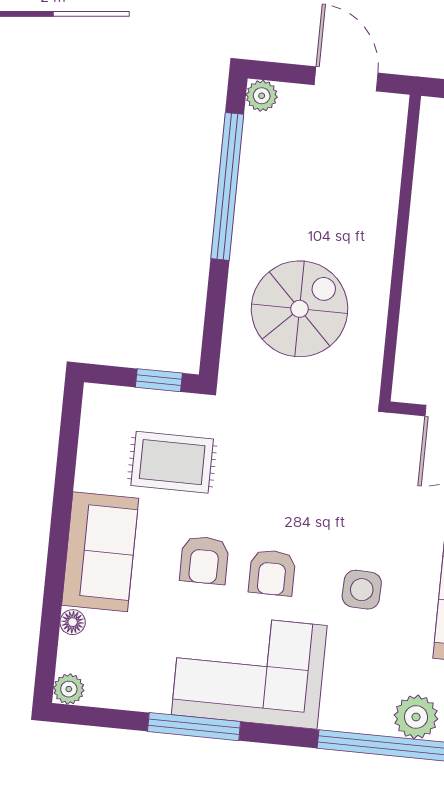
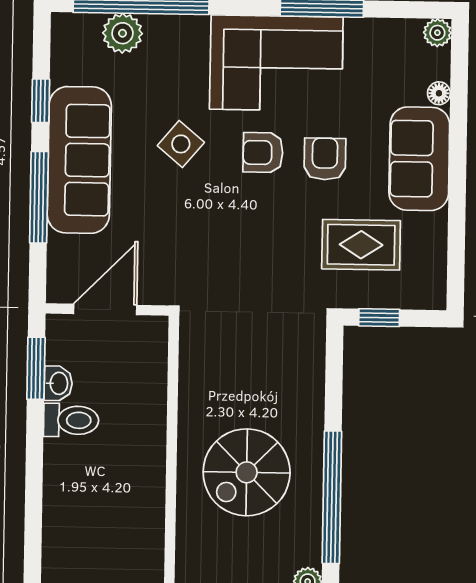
spiral stairs: (300, 309) -> (247, 472), moved
armchair: (272, 573) -> (263, 153), turned -90
side table: (362, 590) -> (181, 144), turned 38

